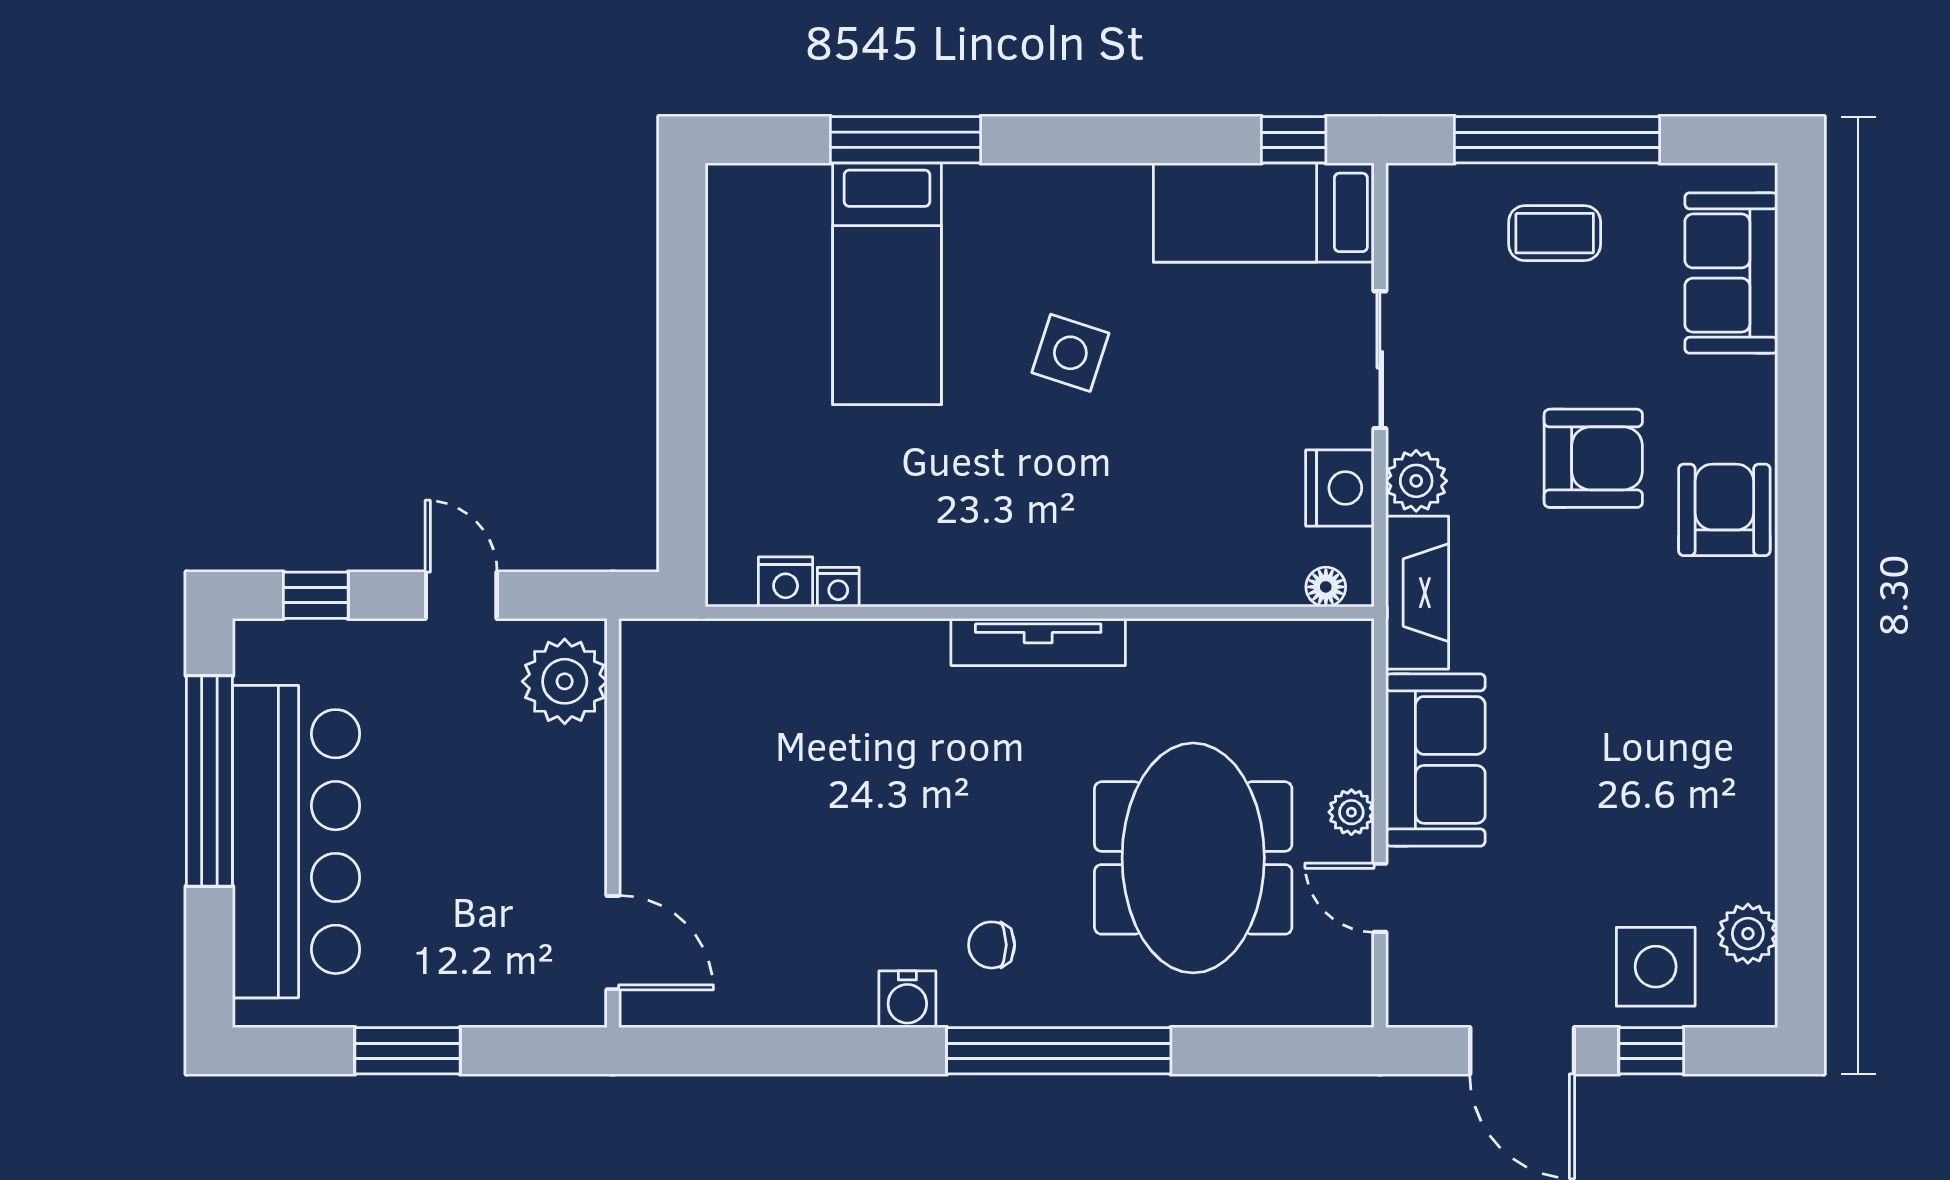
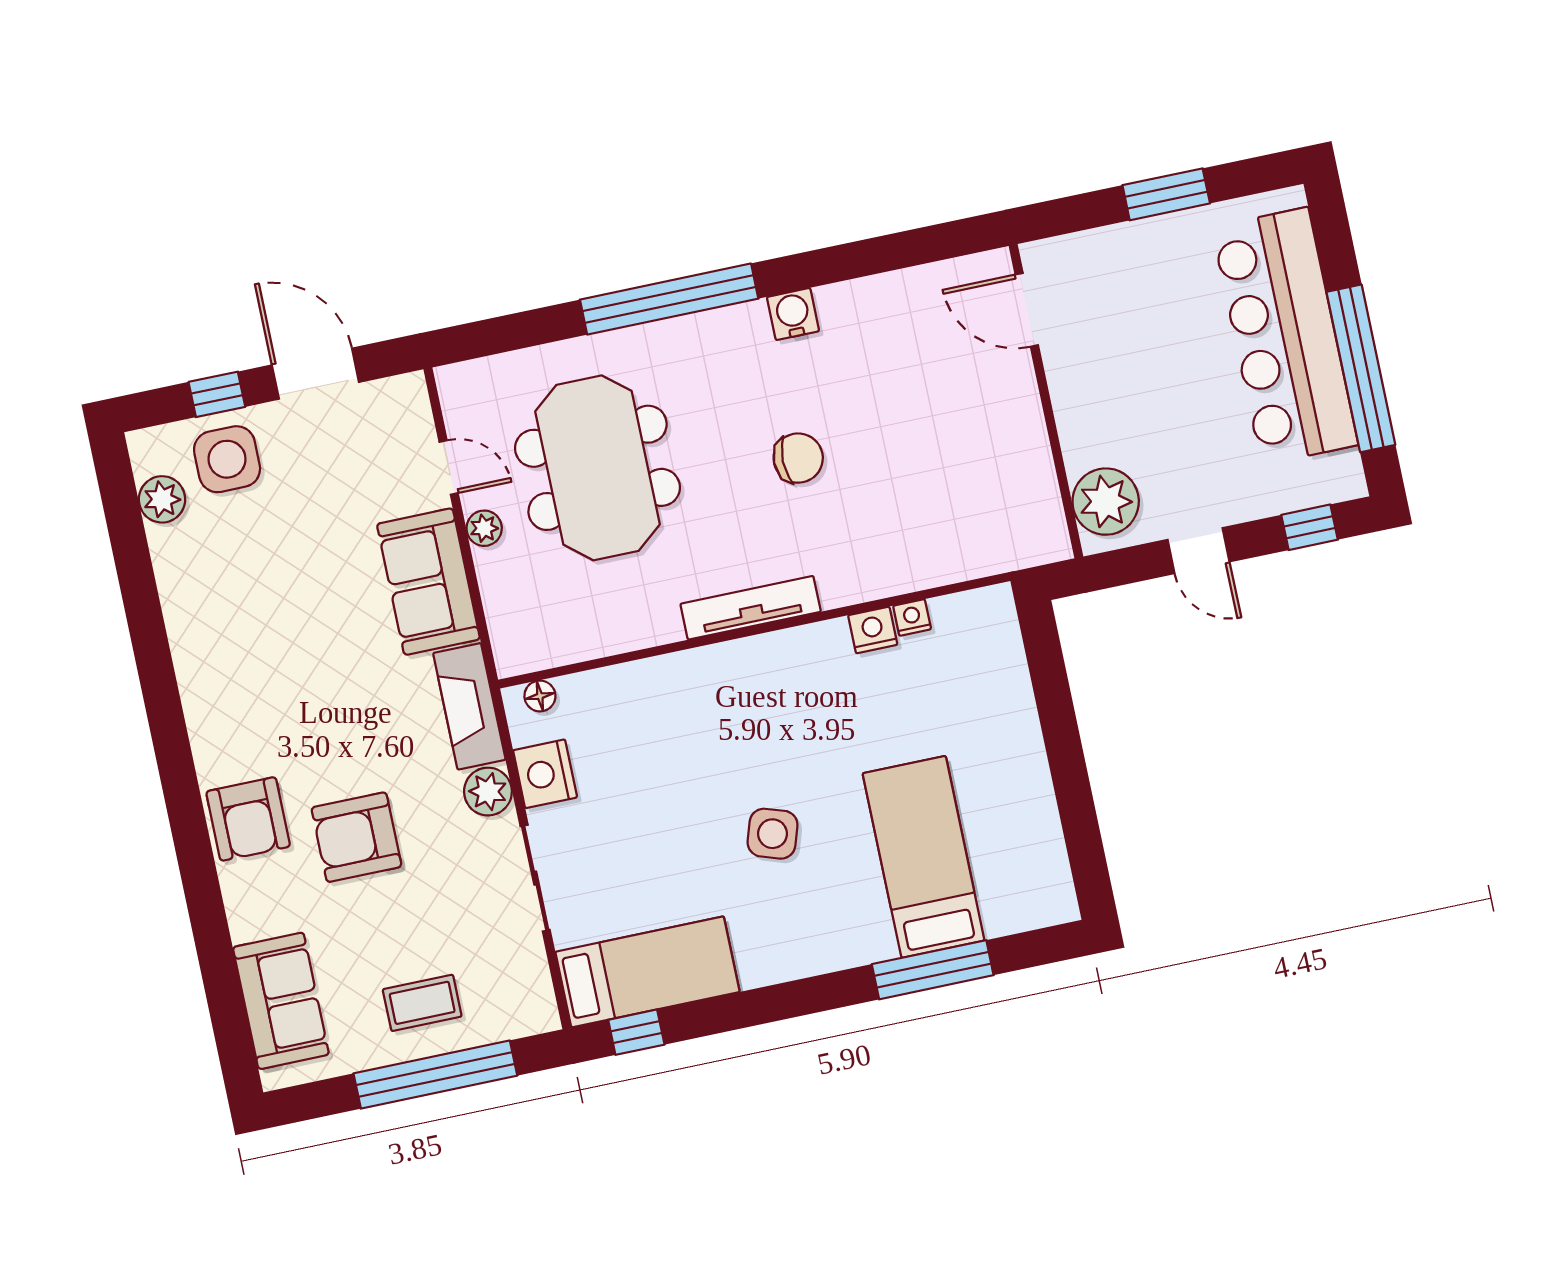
nightstand: (786, 582) -> (873, 630), moved
chair: (992, 945) -> (798, 458), moved, width x1.37, depth x1.37

